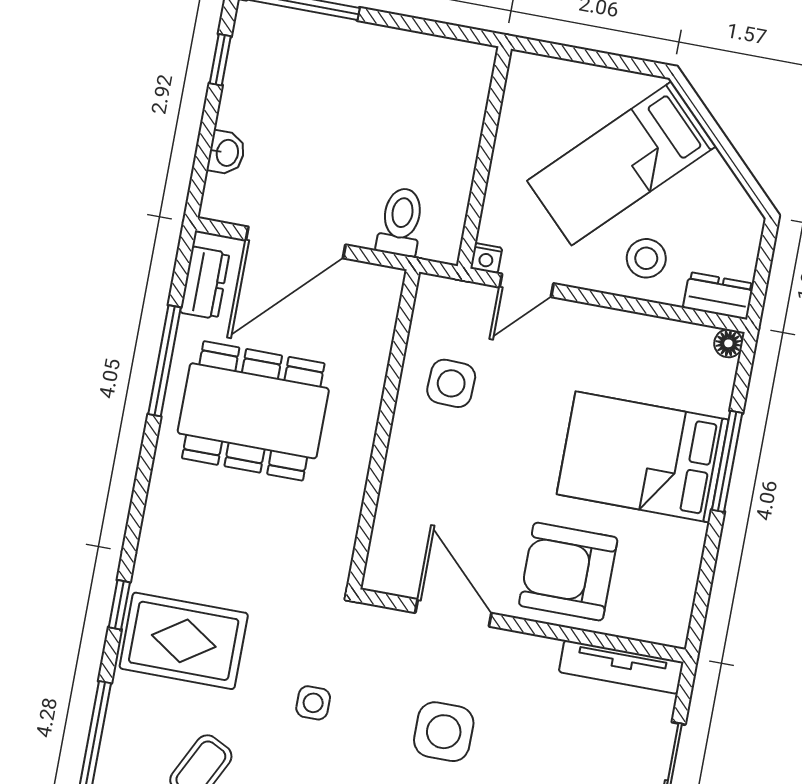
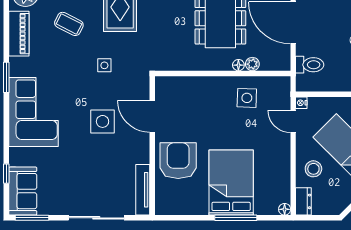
plant: (374, 356) -> (252, 64), added
floor lamp: (371, 389) -> (238, 65), added
door: (453, 613) -> (152, 116), swing flipped

